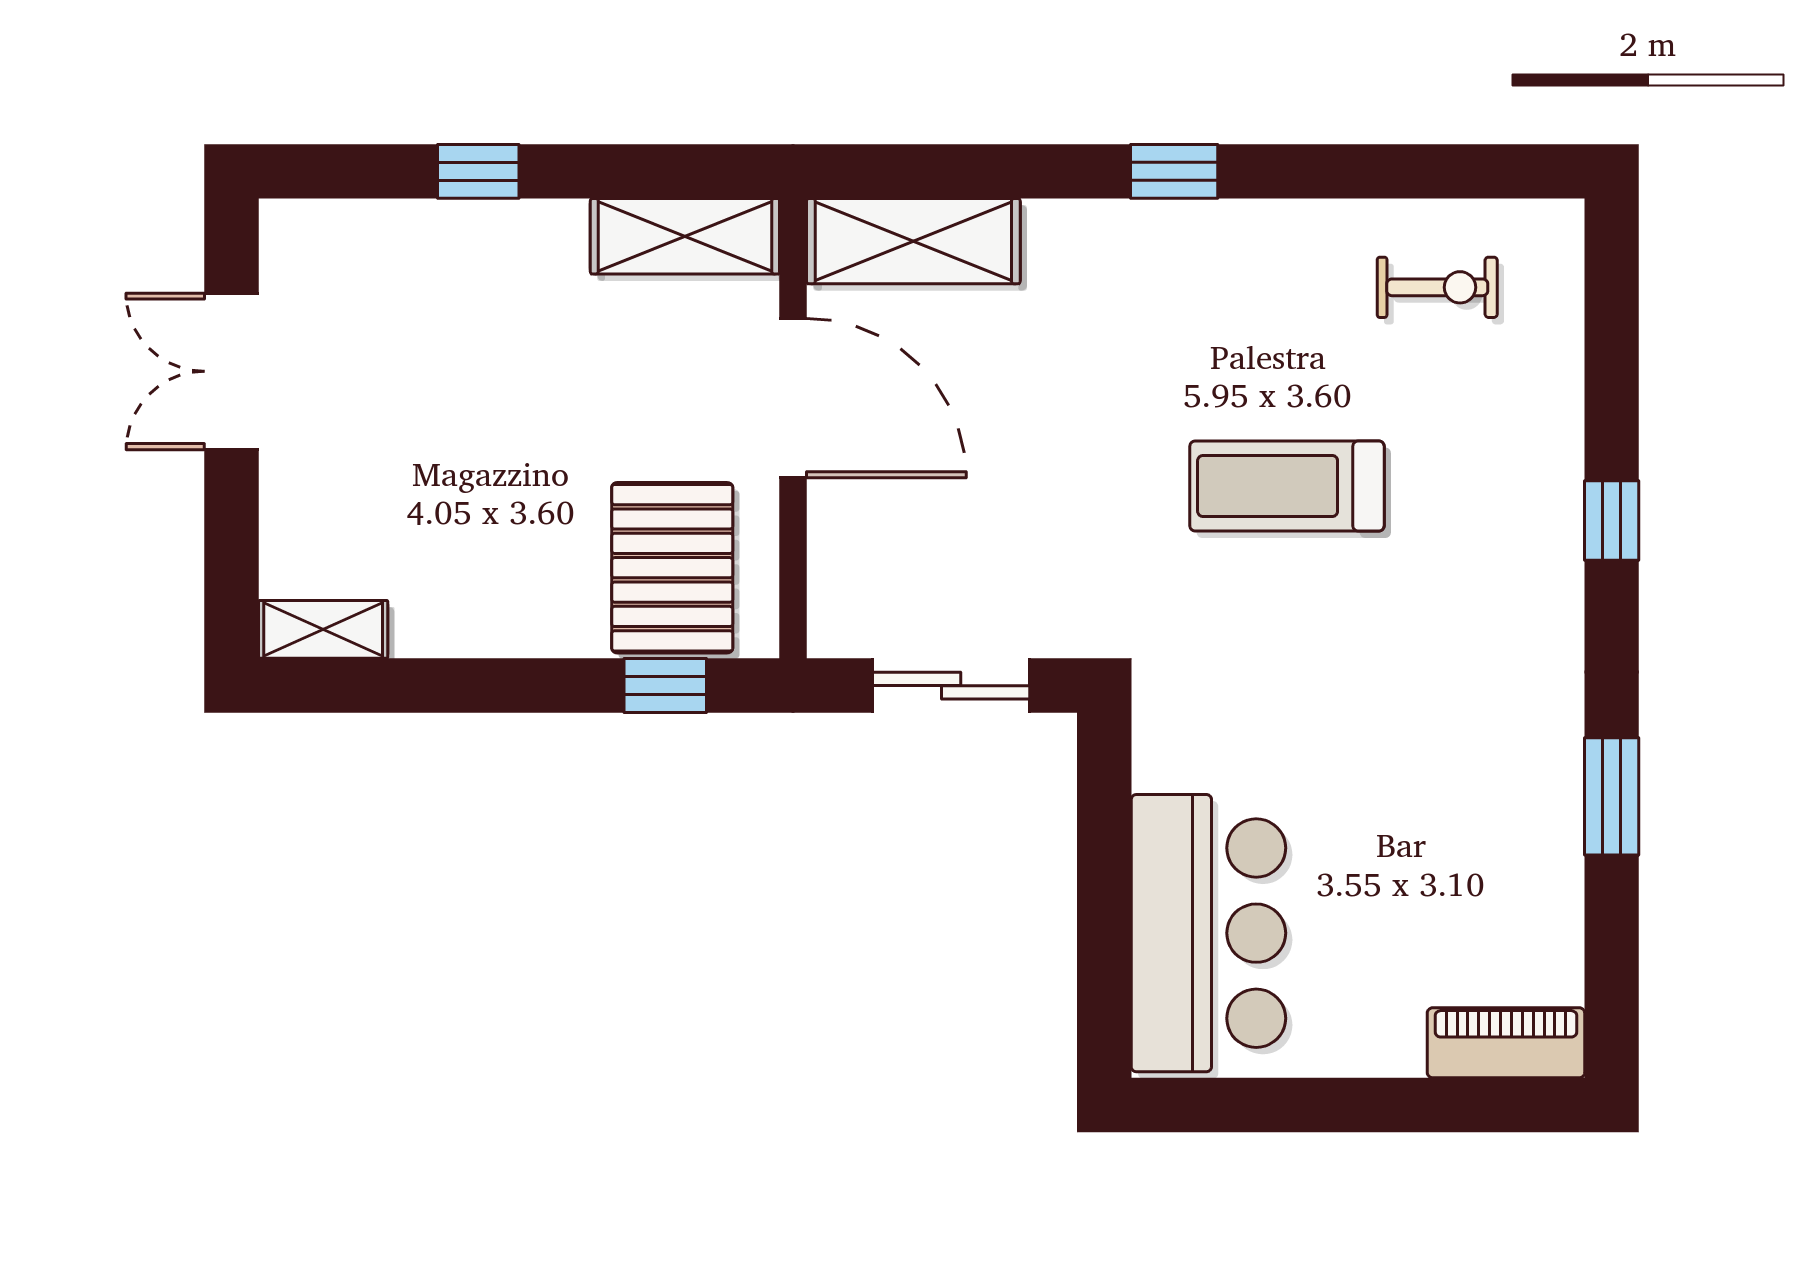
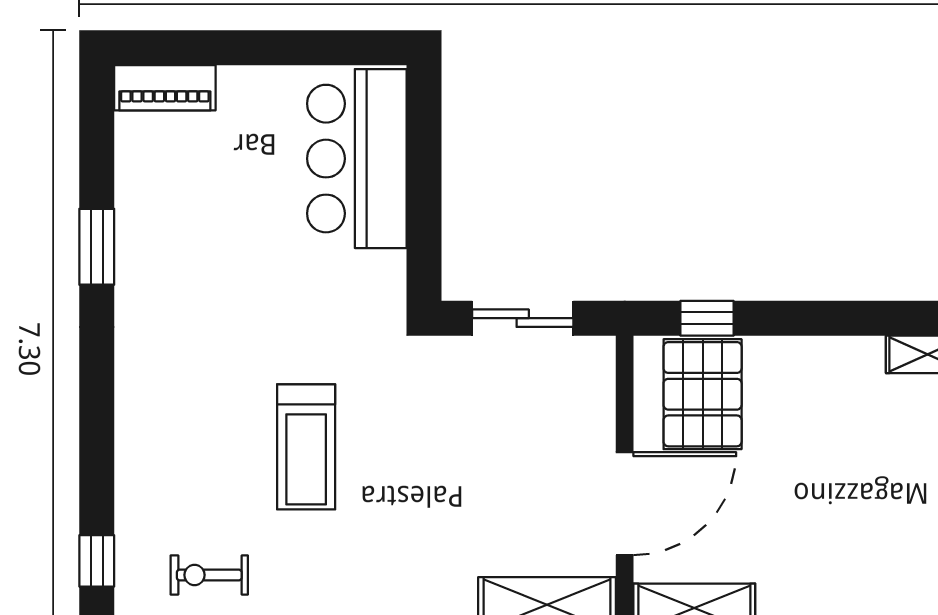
door: (793, 398) -> (625, 504), swing flipped
treadmill: (1287, 486) -> (306, 447), turned 90
window: (1612, 521) -> (97, 561), moved

